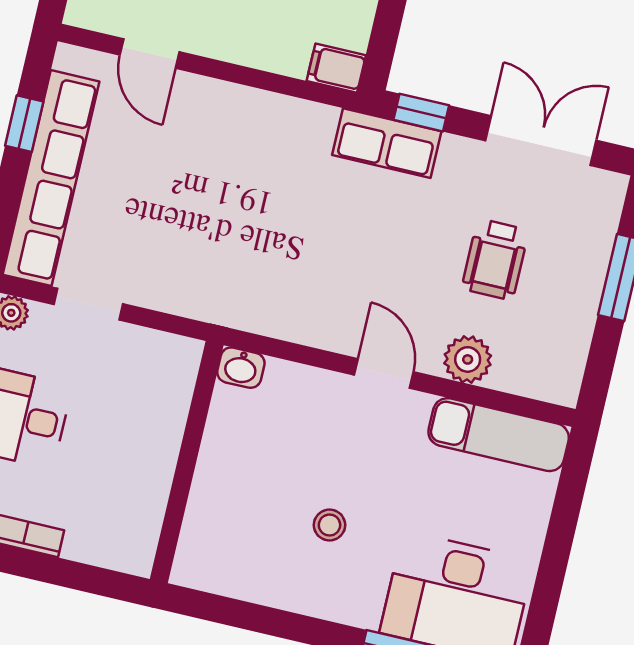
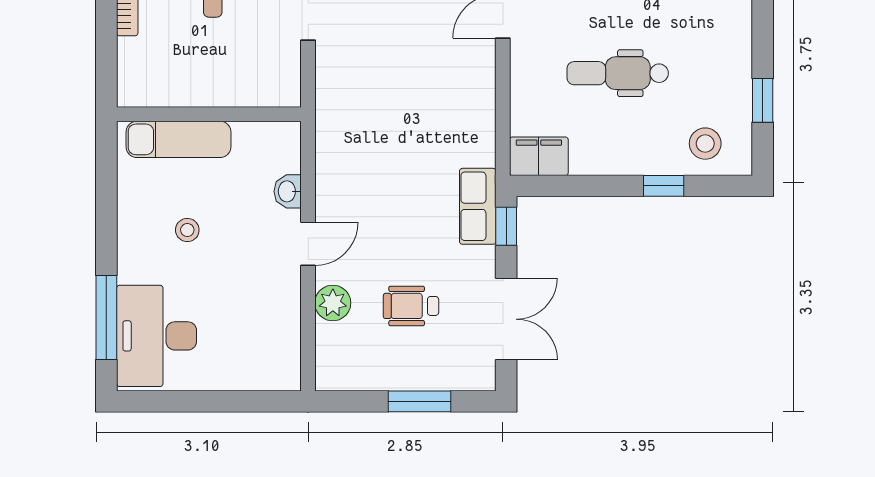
filing cabinet: (336, 68) -> (539, 156), width x2.00
washbasin: (241, 368) -> (288, 191), moved
exam couch: (499, 435) -> (179, 139), moved, turned -90

